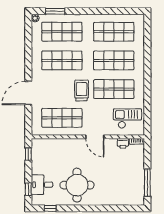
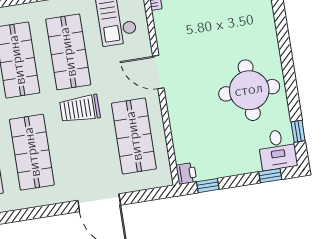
door: (95, 137) -> (158, 72), swing flipped
printer: (123, 143) -> (186, 173), moved
desk: (42, 185) -> (277, 150), moved

